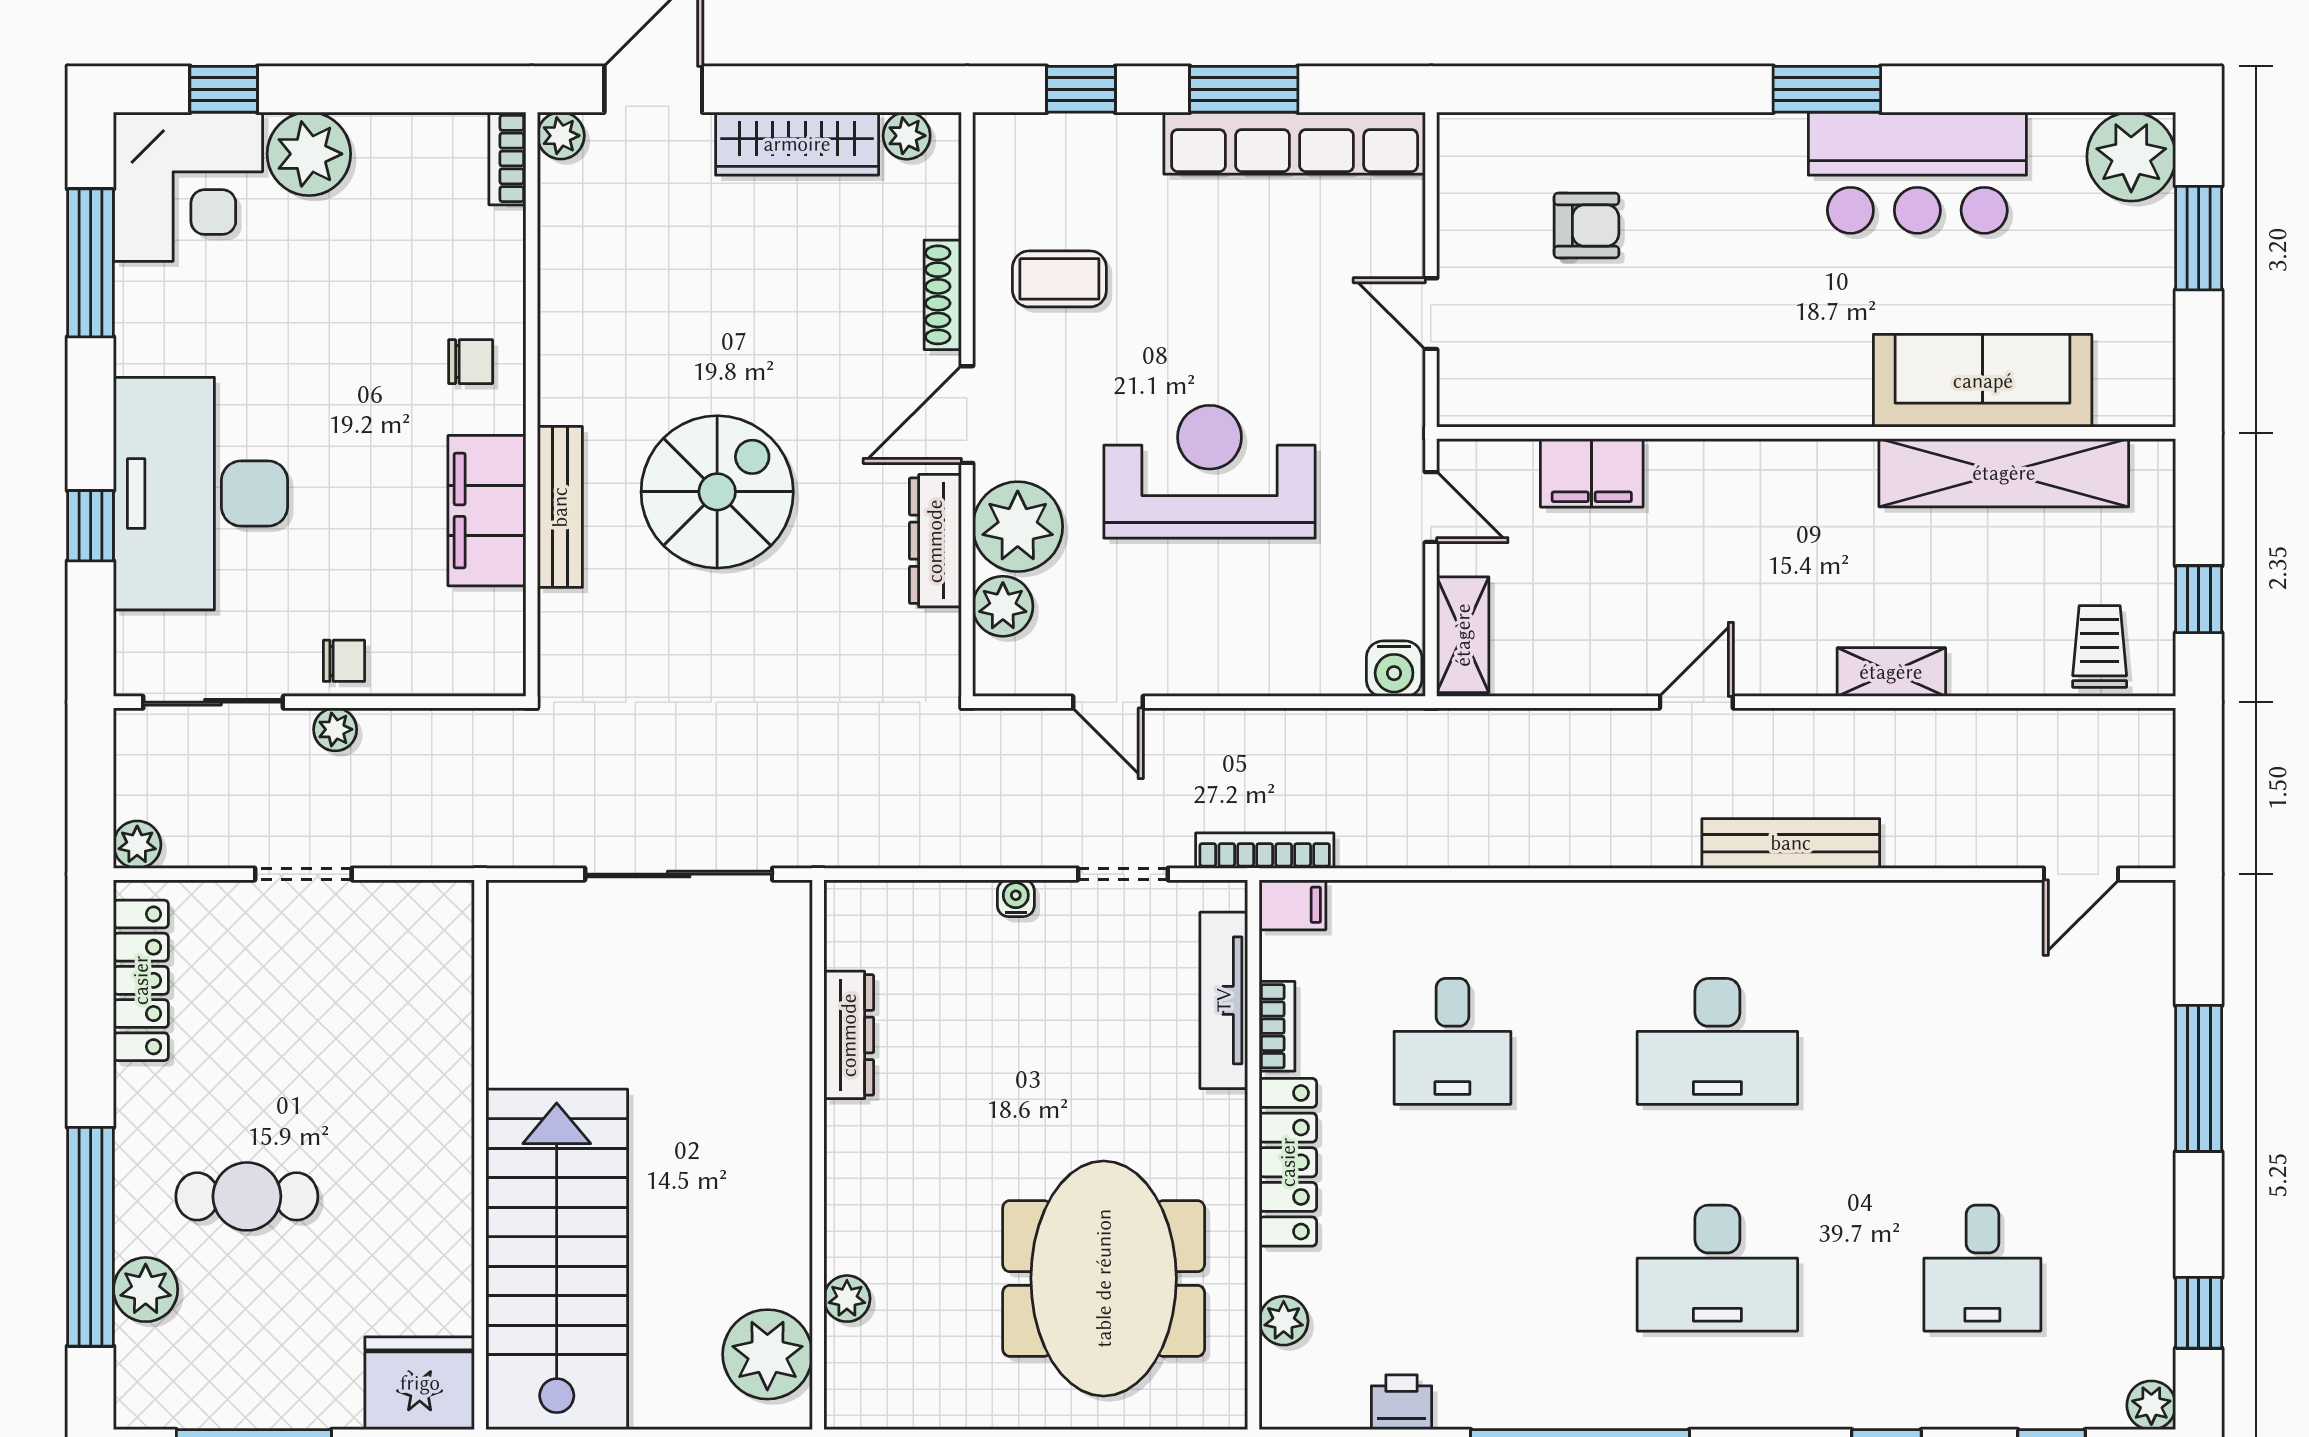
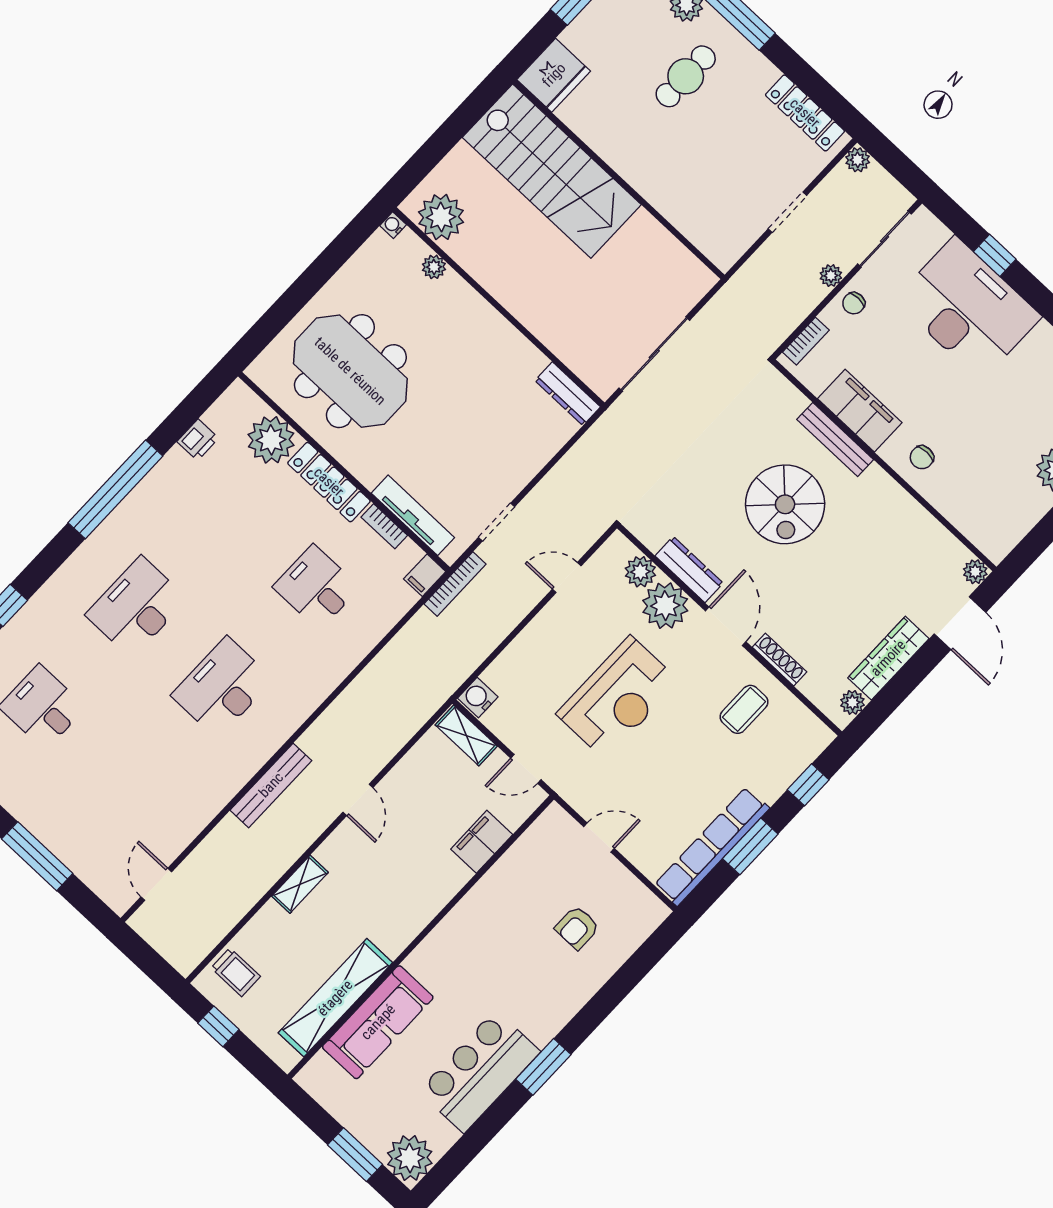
bookcase: (507, 158) -> (806, 341), moved, turned 90
water cooler: (1016, 898) -> (393, 225), moved, turned 180
dresser: (849, 1035) -> (568, 394), moved
plant: (1284, 1321) -> (271, 440), width x1.88, depth x1.88

